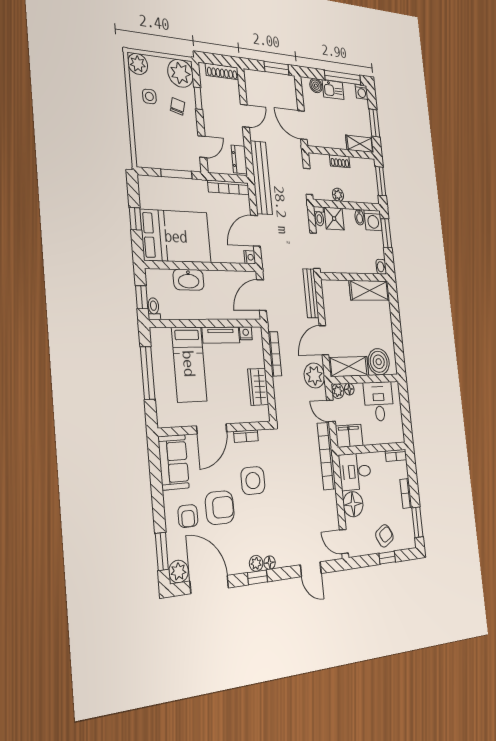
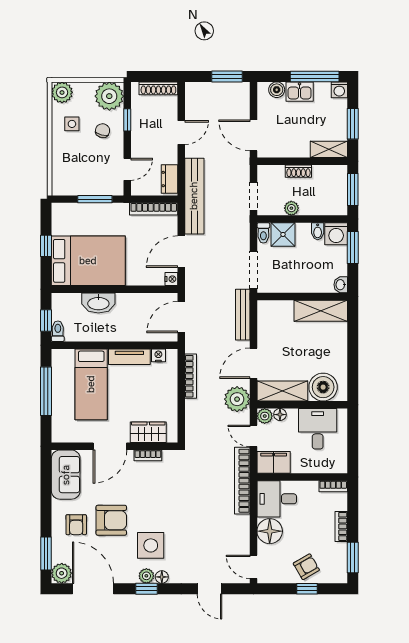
wardrobe: (258, 387) -> (148, 432), moved, turned 90
side table: (253, 481) -> (151, 545), moved

